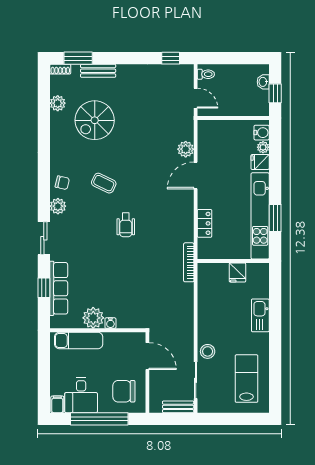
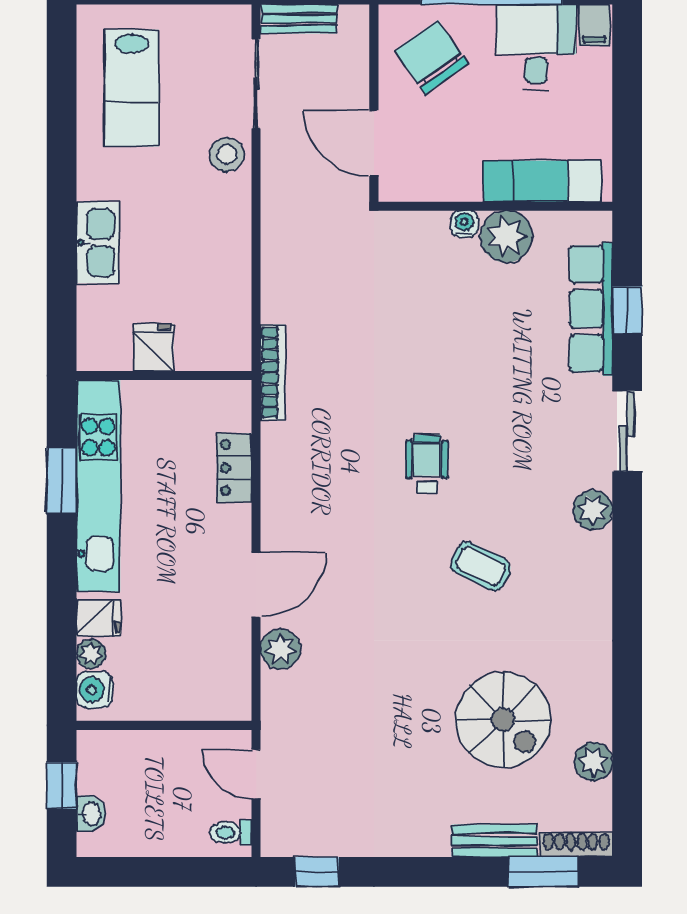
shoe rack: (60, 69) -> (576, 845), width x1.43
spiral stairs: (95, 120) -> (503, 720), turned 90
chair: (62, 183) -> (582, 567), removed
chair: (124, 391) -> (431, 57), turned -125

